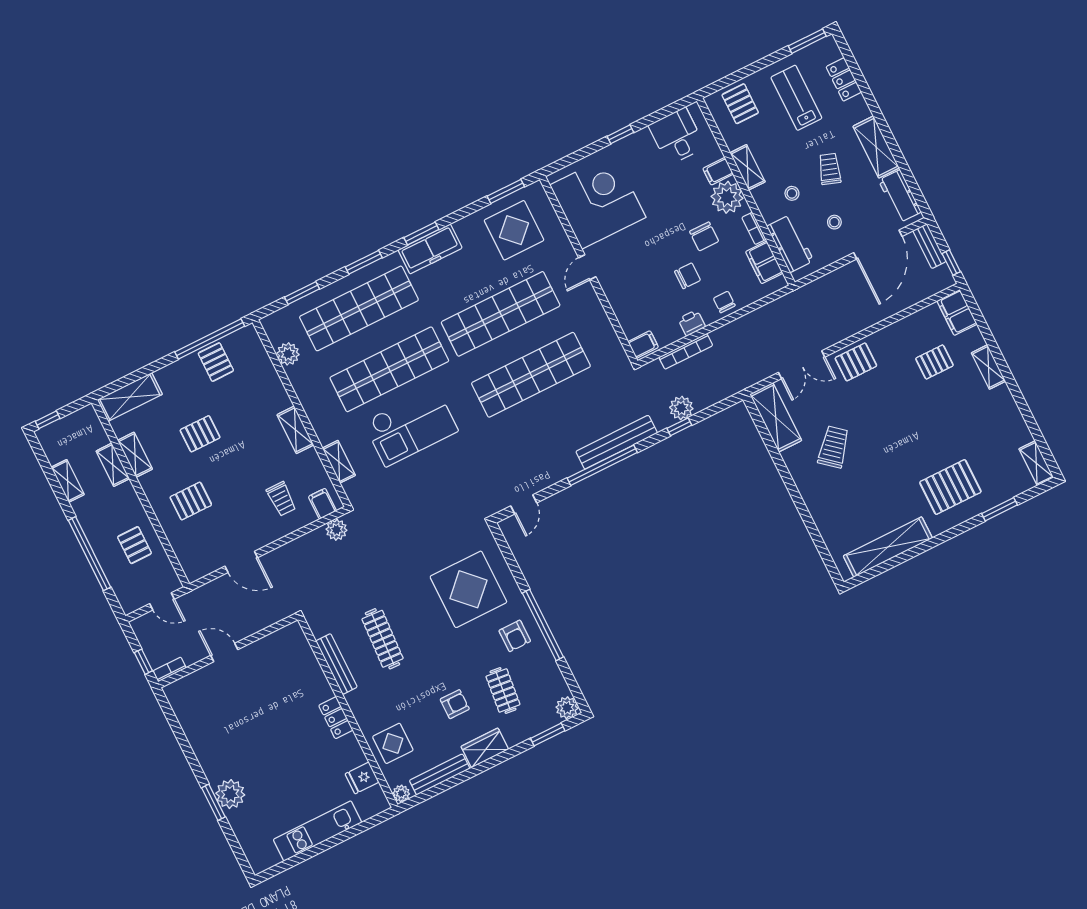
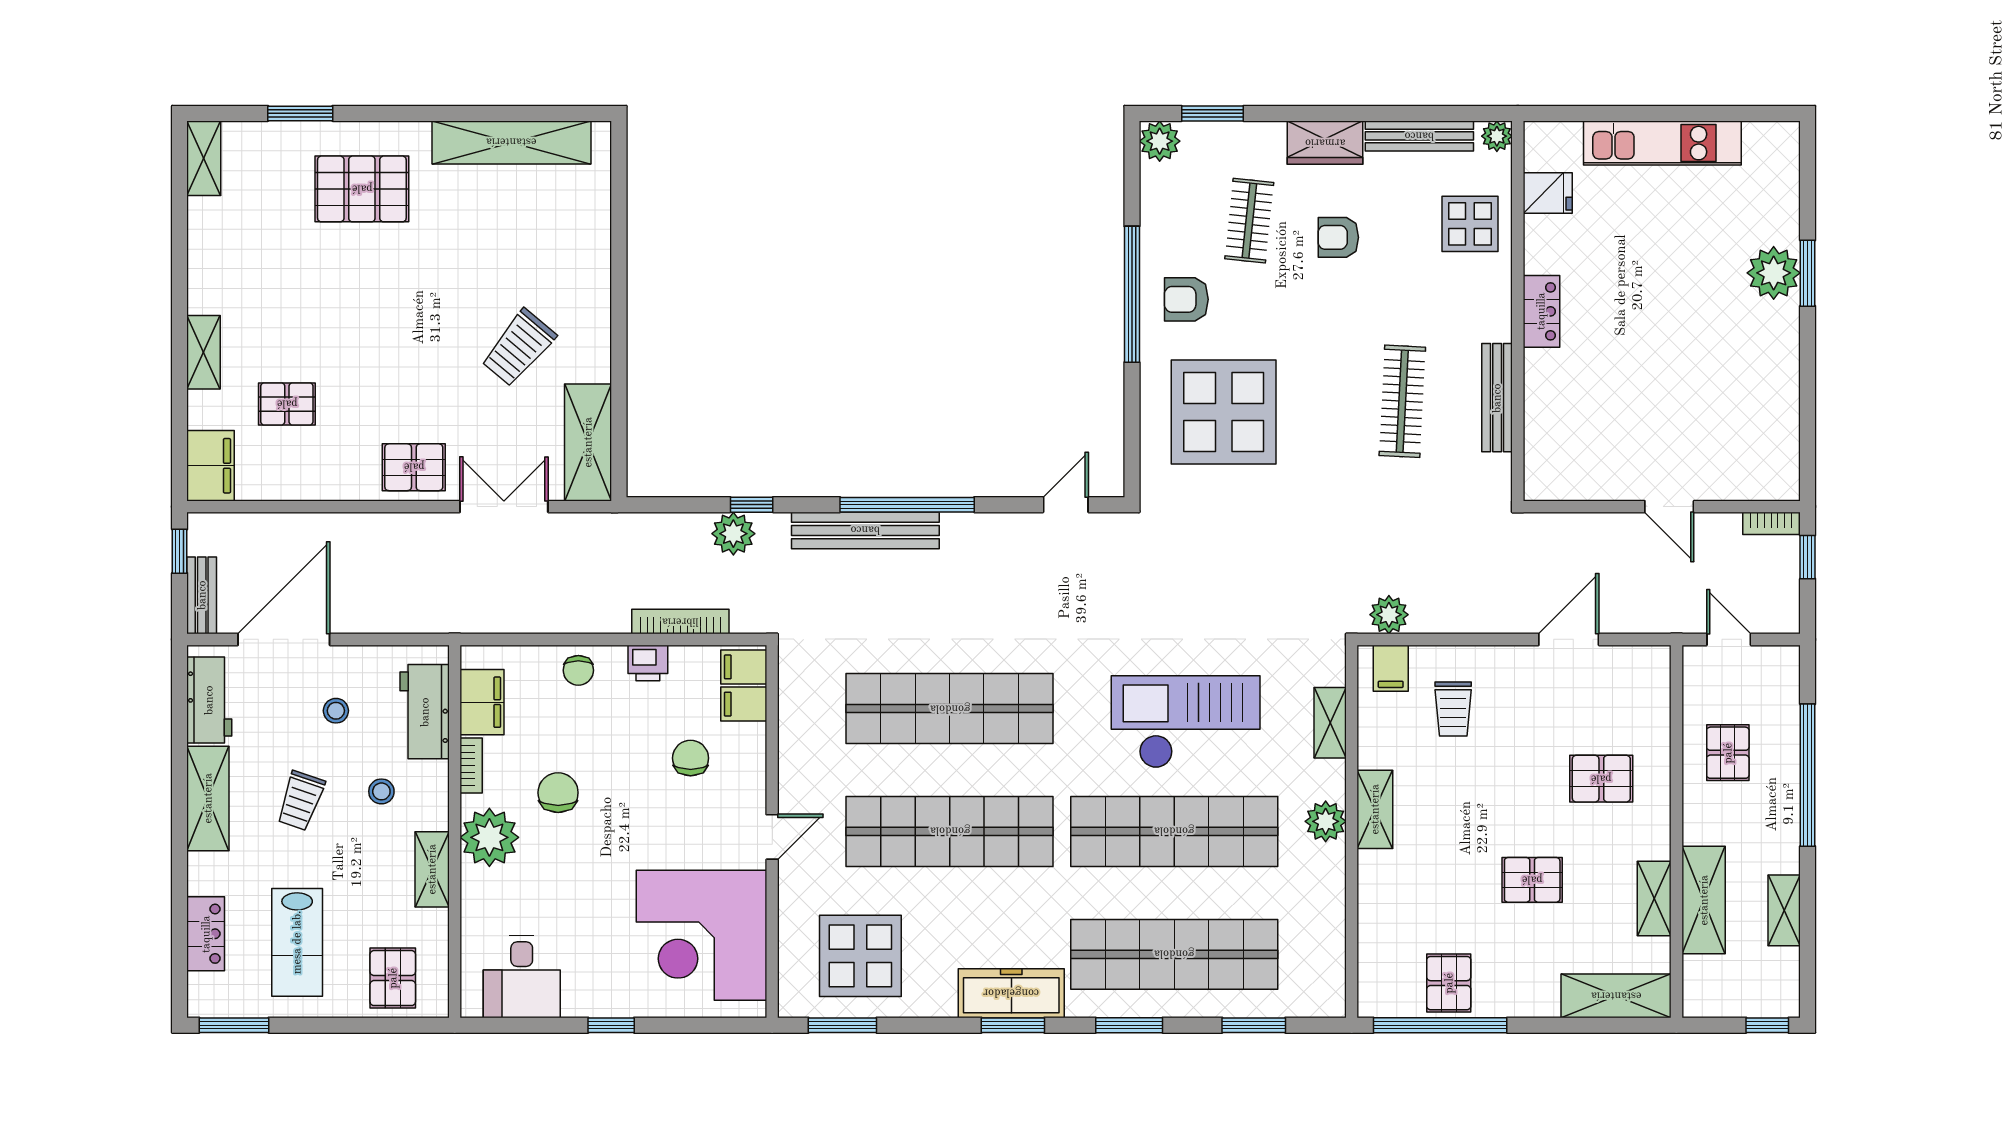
filing cabinet: (718, 171) -> (744, 704), moved, turned 180
chair: (687, 276) -> (691, 758), moved, turned 90
plant: (288, 354) -> (1326, 821), moved
shelving: (113, 465) -> (1704, 900), width x1.50, depth x1.33
trolley: (281, 499) -> (1453, 709), turned 180
door: (241, 562) -> (1569, 639), hinge flipped
armchair: (515, 636) -> (1186, 299), turned -90

